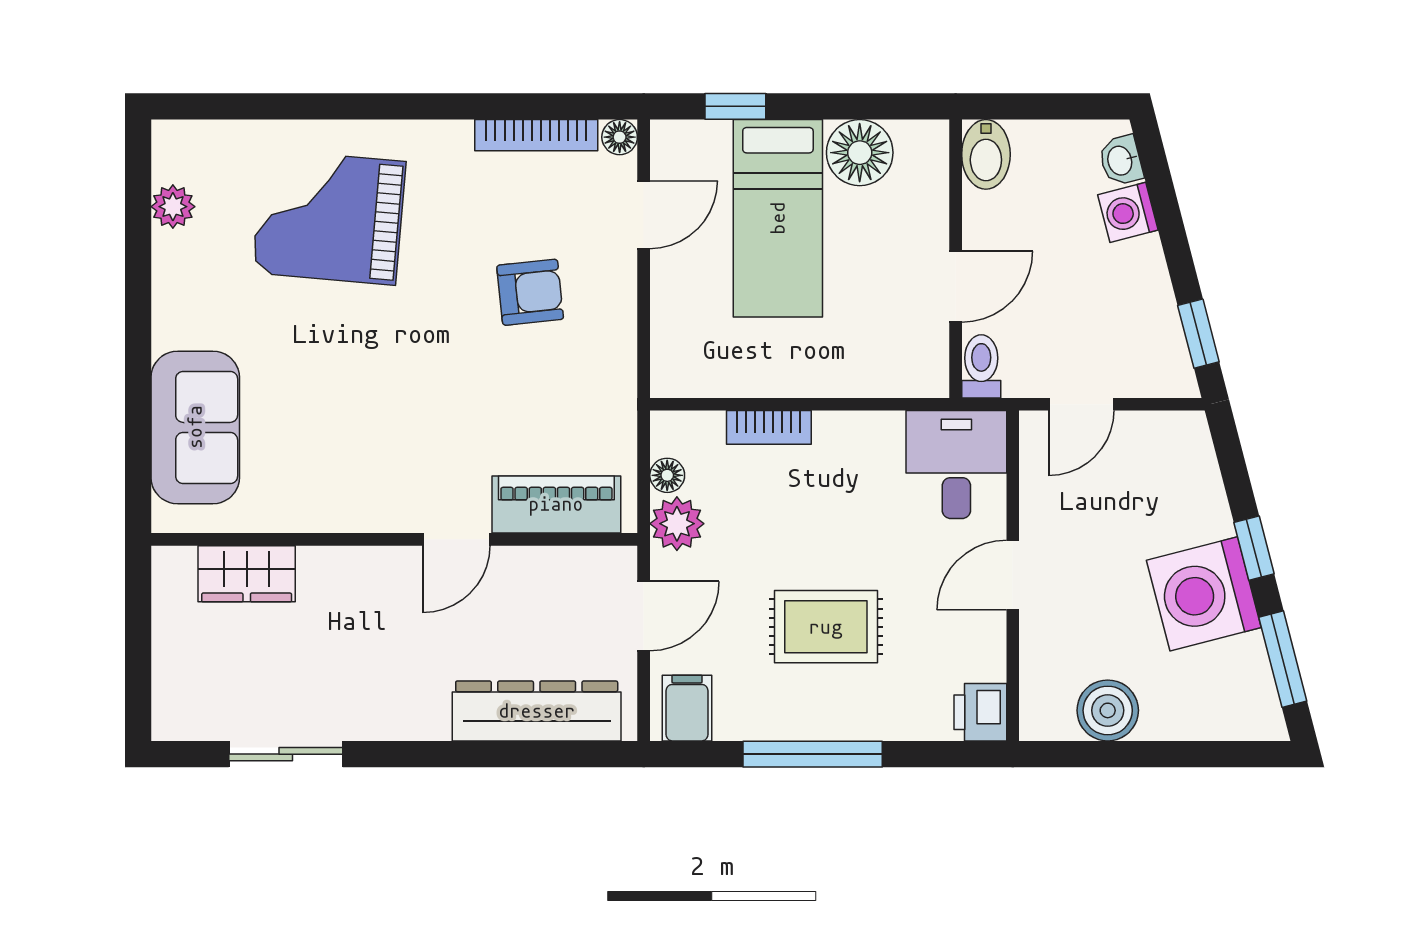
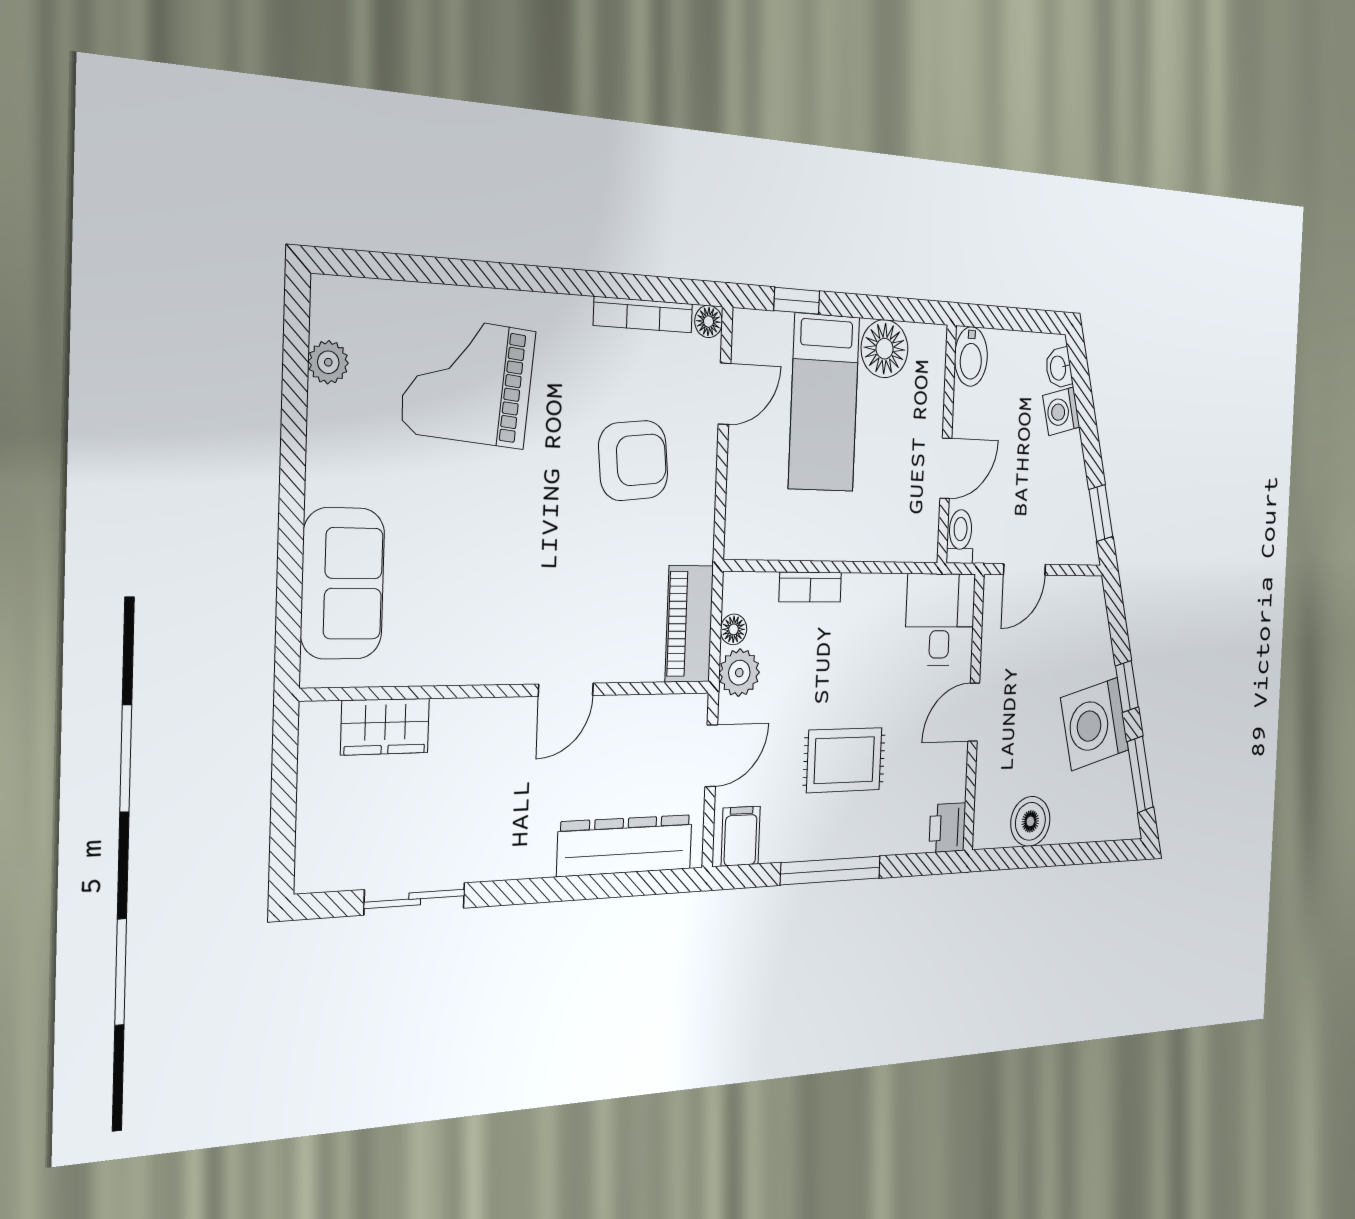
armchair: (530, 292) -> (633, 461), width x1.38, depth x1.38
piano: (556, 504) -> (689, 624), moved, turned -90

